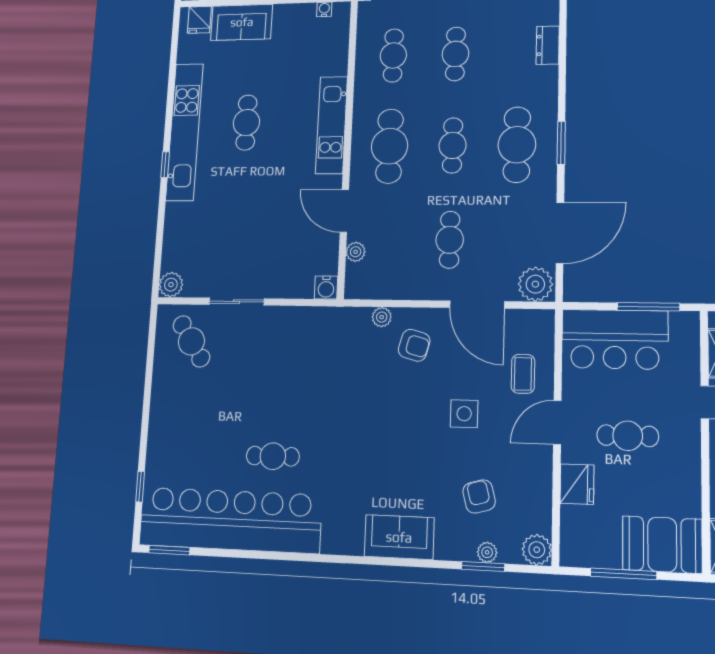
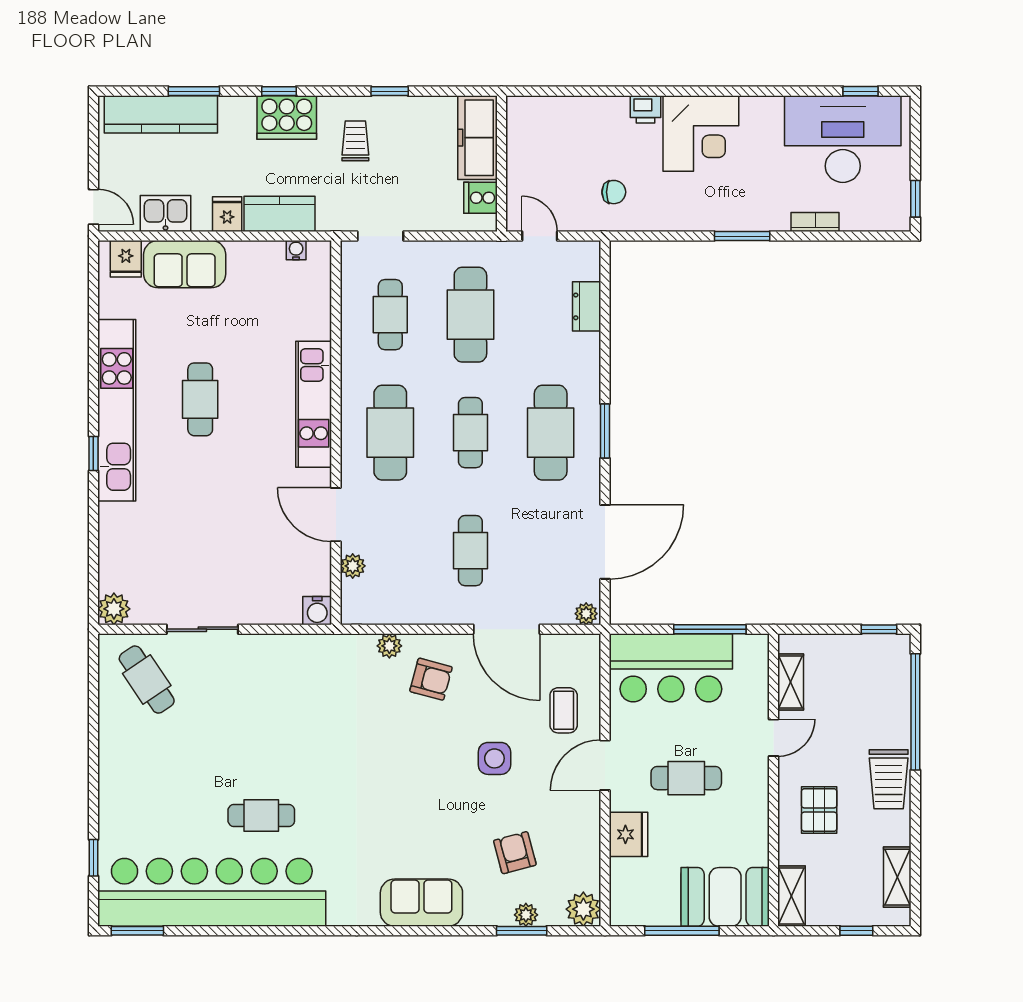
cafe table: (455, 54) -> (470, 315), width x1.37, depth x1.35
plant: (535, 284) -> (586, 614), width x0.53, depth x0.53

